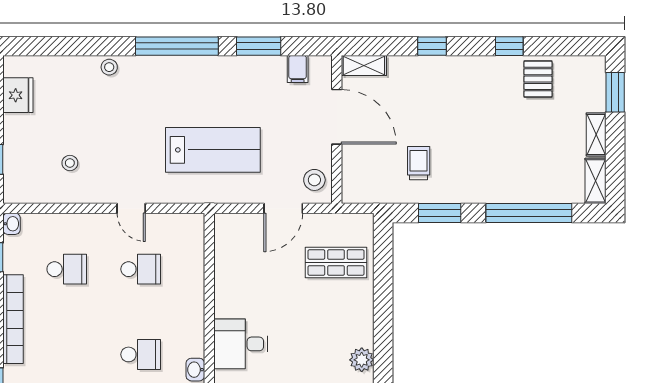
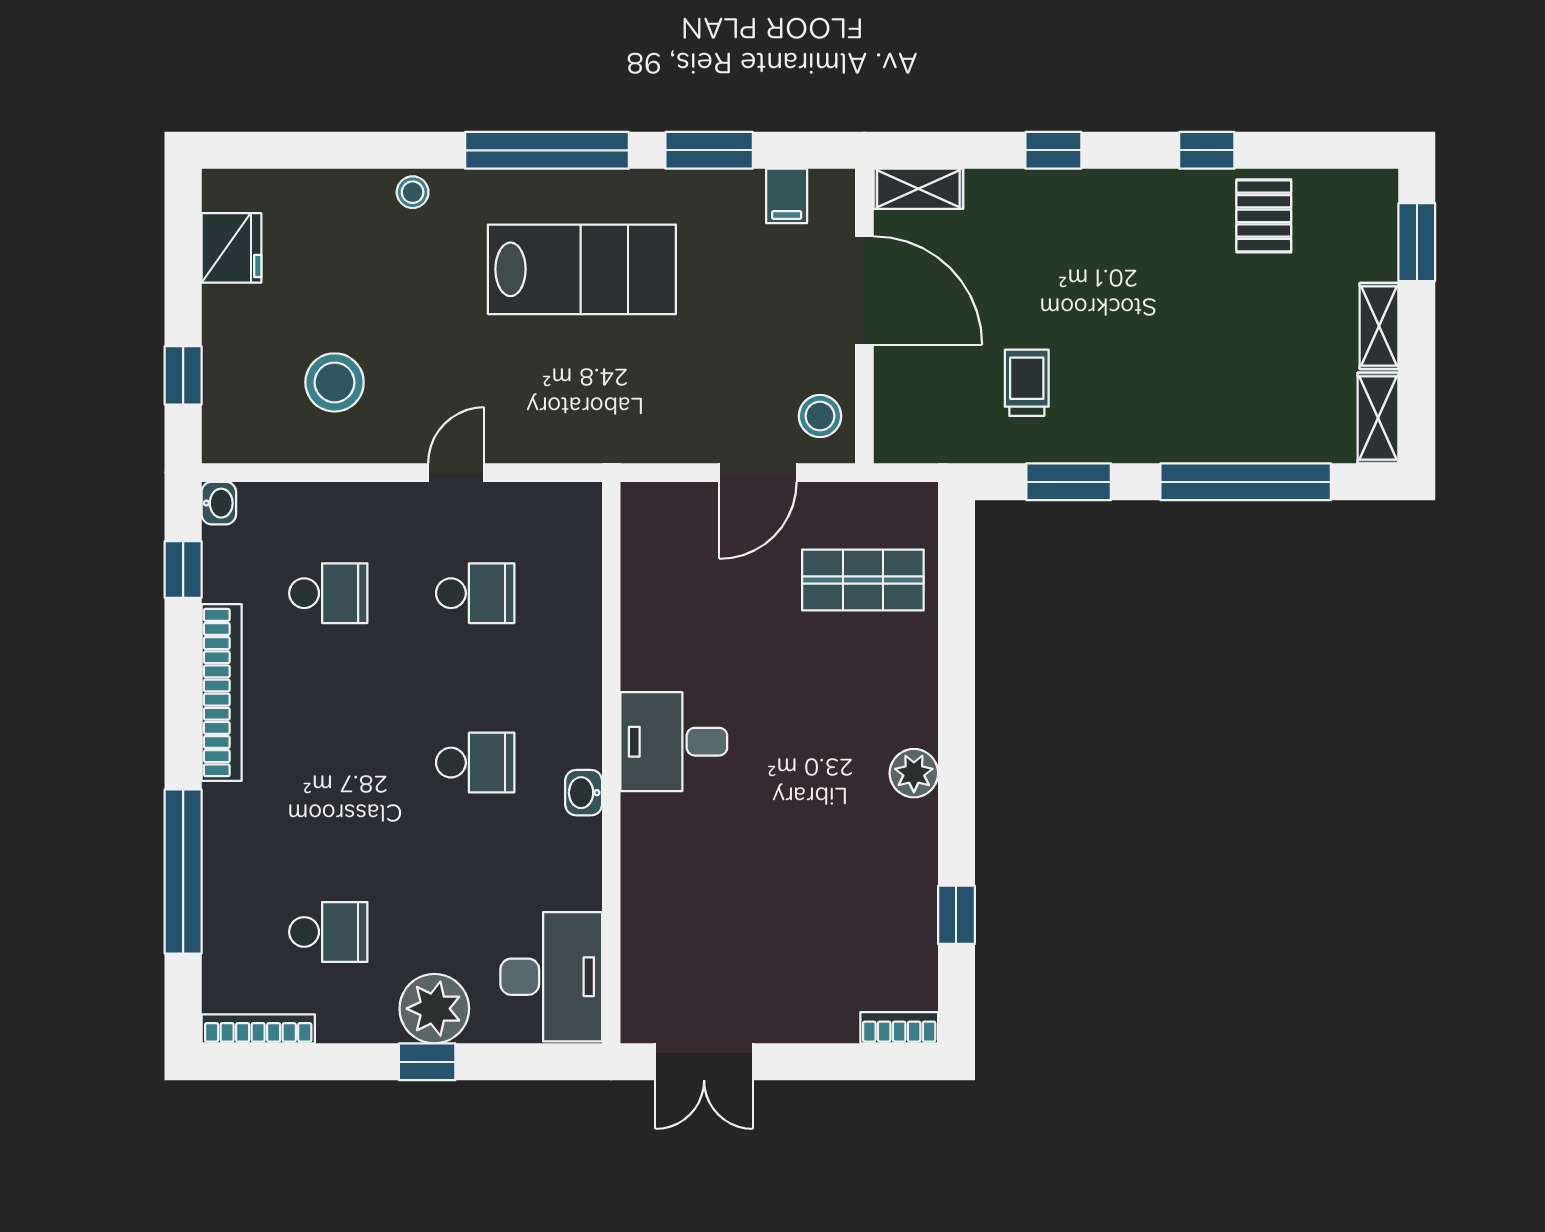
lab bench: (213, 150) -> (582, 269), moved
stool: (70, 163) -> (335, 382), width x1.89, depth x1.89
door: (131, 208) -> (456, 473), swing flipped

